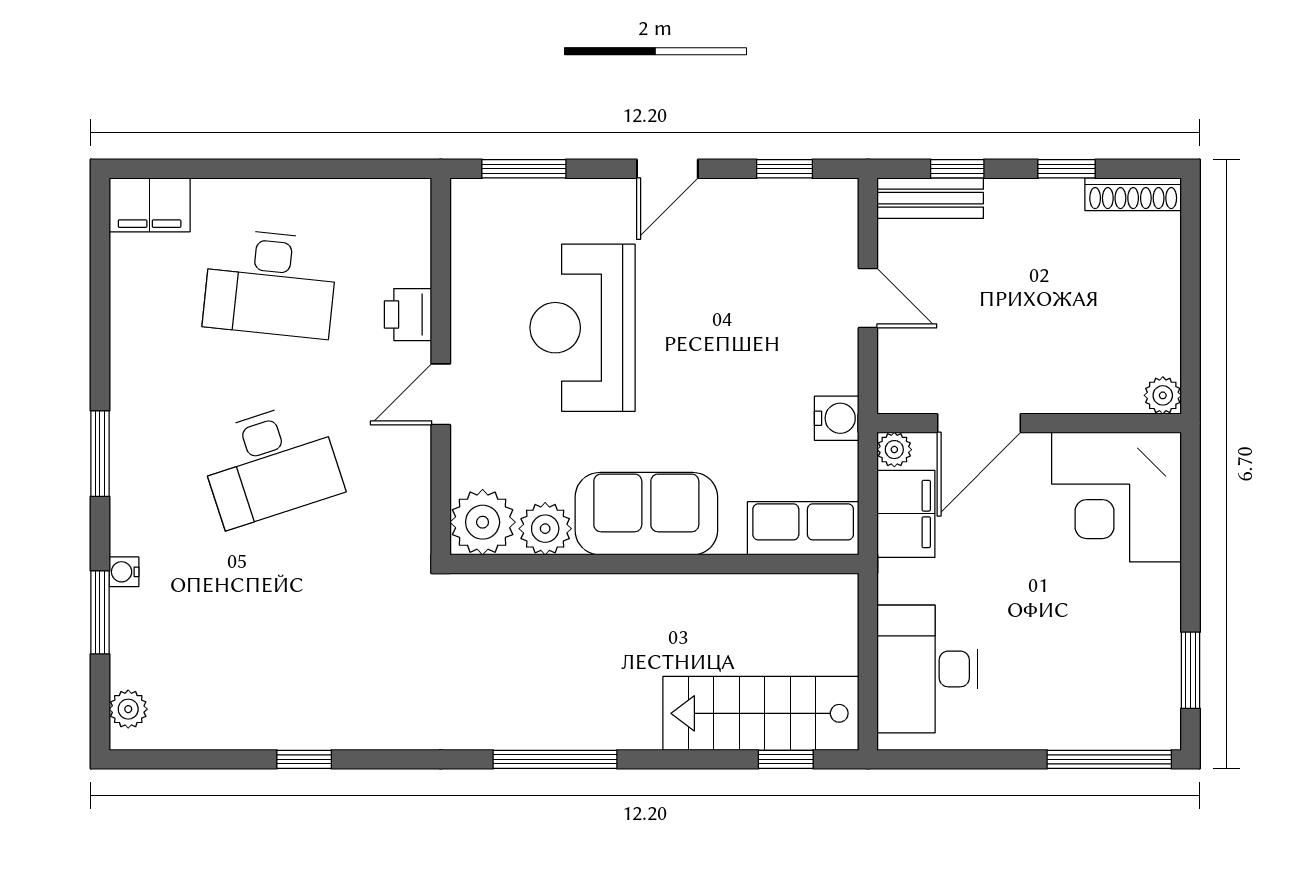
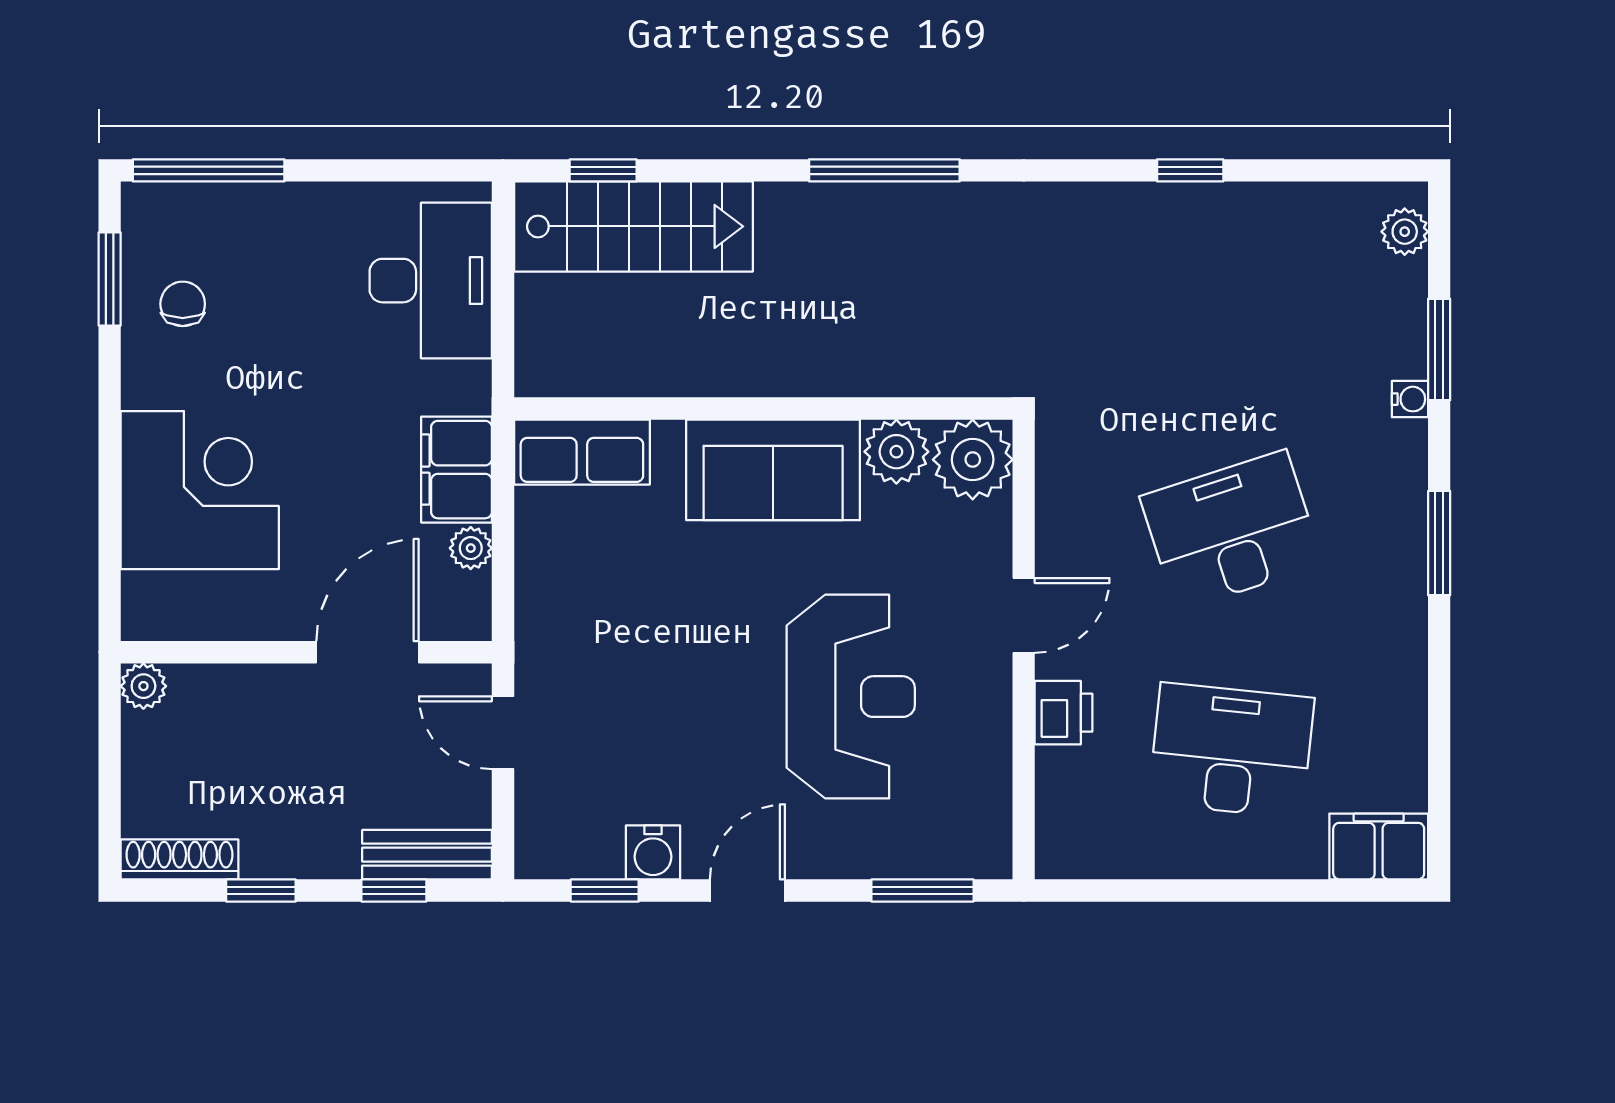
plant: (1163, 395) -> (143, 686), moved
water cooler: (837, 418) -> (653, 852), moved, turned -90
door: (979, 423) -> (367, 652), moved
wall: (1029, 423) -> (306, 652), moved
chair: (1131, 650) -> (183, 304), added

